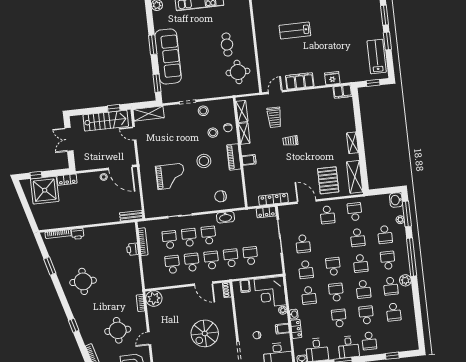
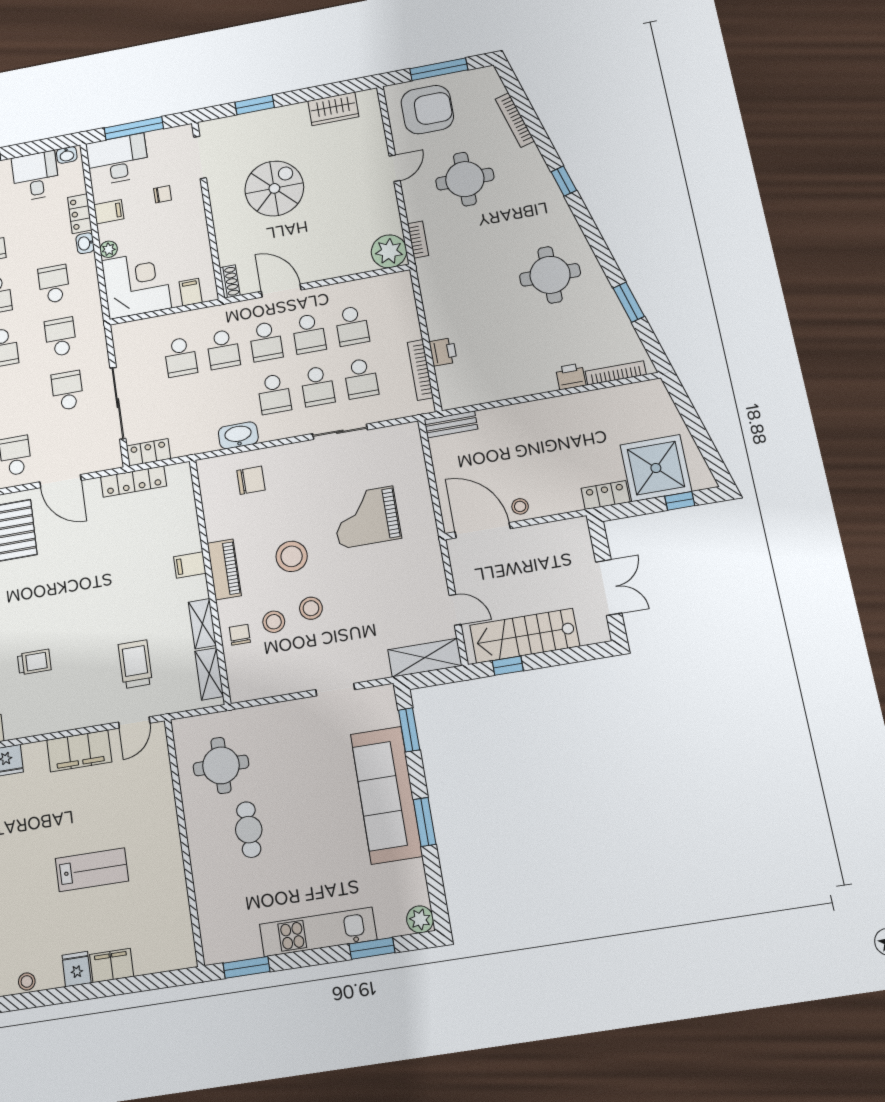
stool: (203, 111) -> (311, 608), moved
trolley: (290, 141) -> (34, 662), moved

